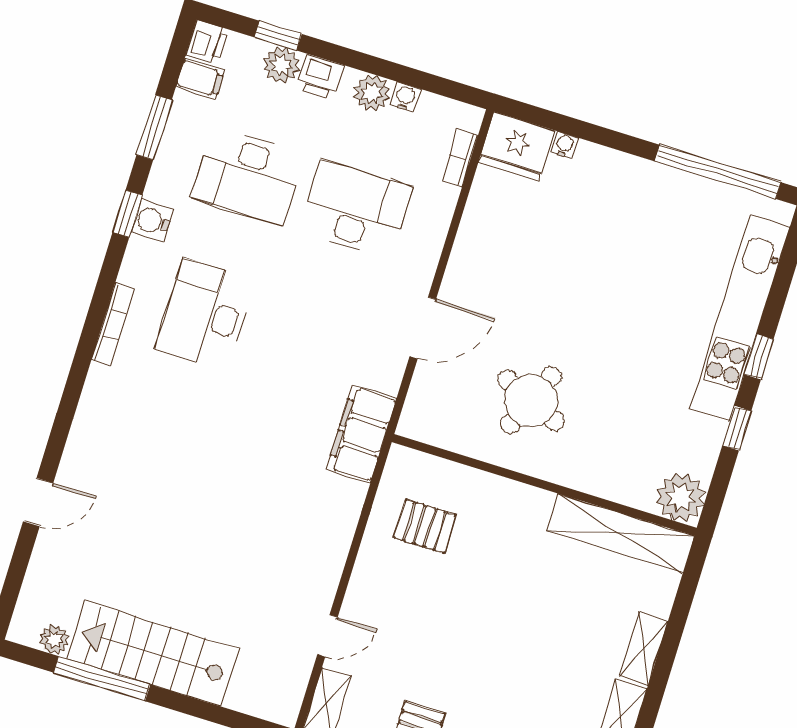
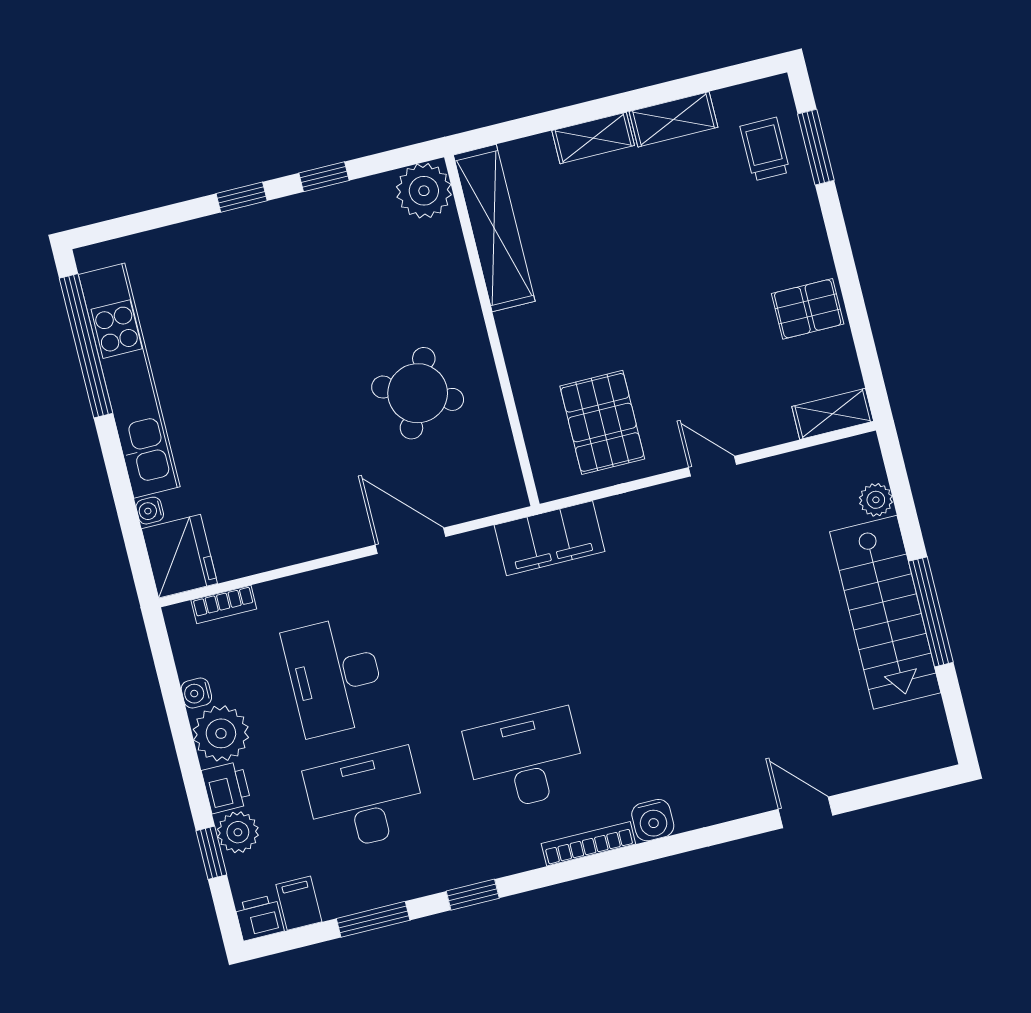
plant: (372, 93) -> (221, 733), width x1.36, depth x1.36
desk: (248, 176) -> (365, 800), turned -90
water cooler: (152, 221) -> (653, 820), moved
desk: (205, 315) -> (525, 760), turned 180
kitchen unit: (740, 318) -> (129, 381), moved, turned -90
pallet: (425, 526) -> (602, 422), width x1.50, depth x1.42
door: (327, 636) -> (712, 466), moved
plant: (54, 640) -> (876, 500), moved
window: (102, 679) -> (931, 612), moved

